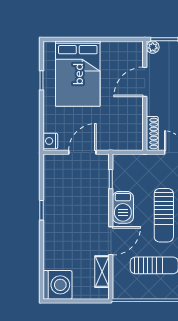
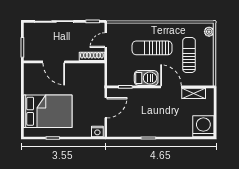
plant: (153, 47) -> (28, 56), removed
door: (82, 152) -> (106, 108), swing flipped
sun lounger: (164, 215) -> (152, 48), turned 180

